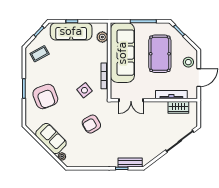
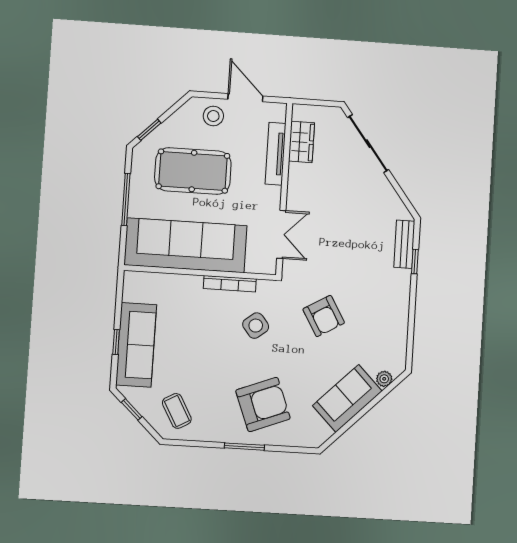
plant: (102, 37) -> (152, 283), removed

